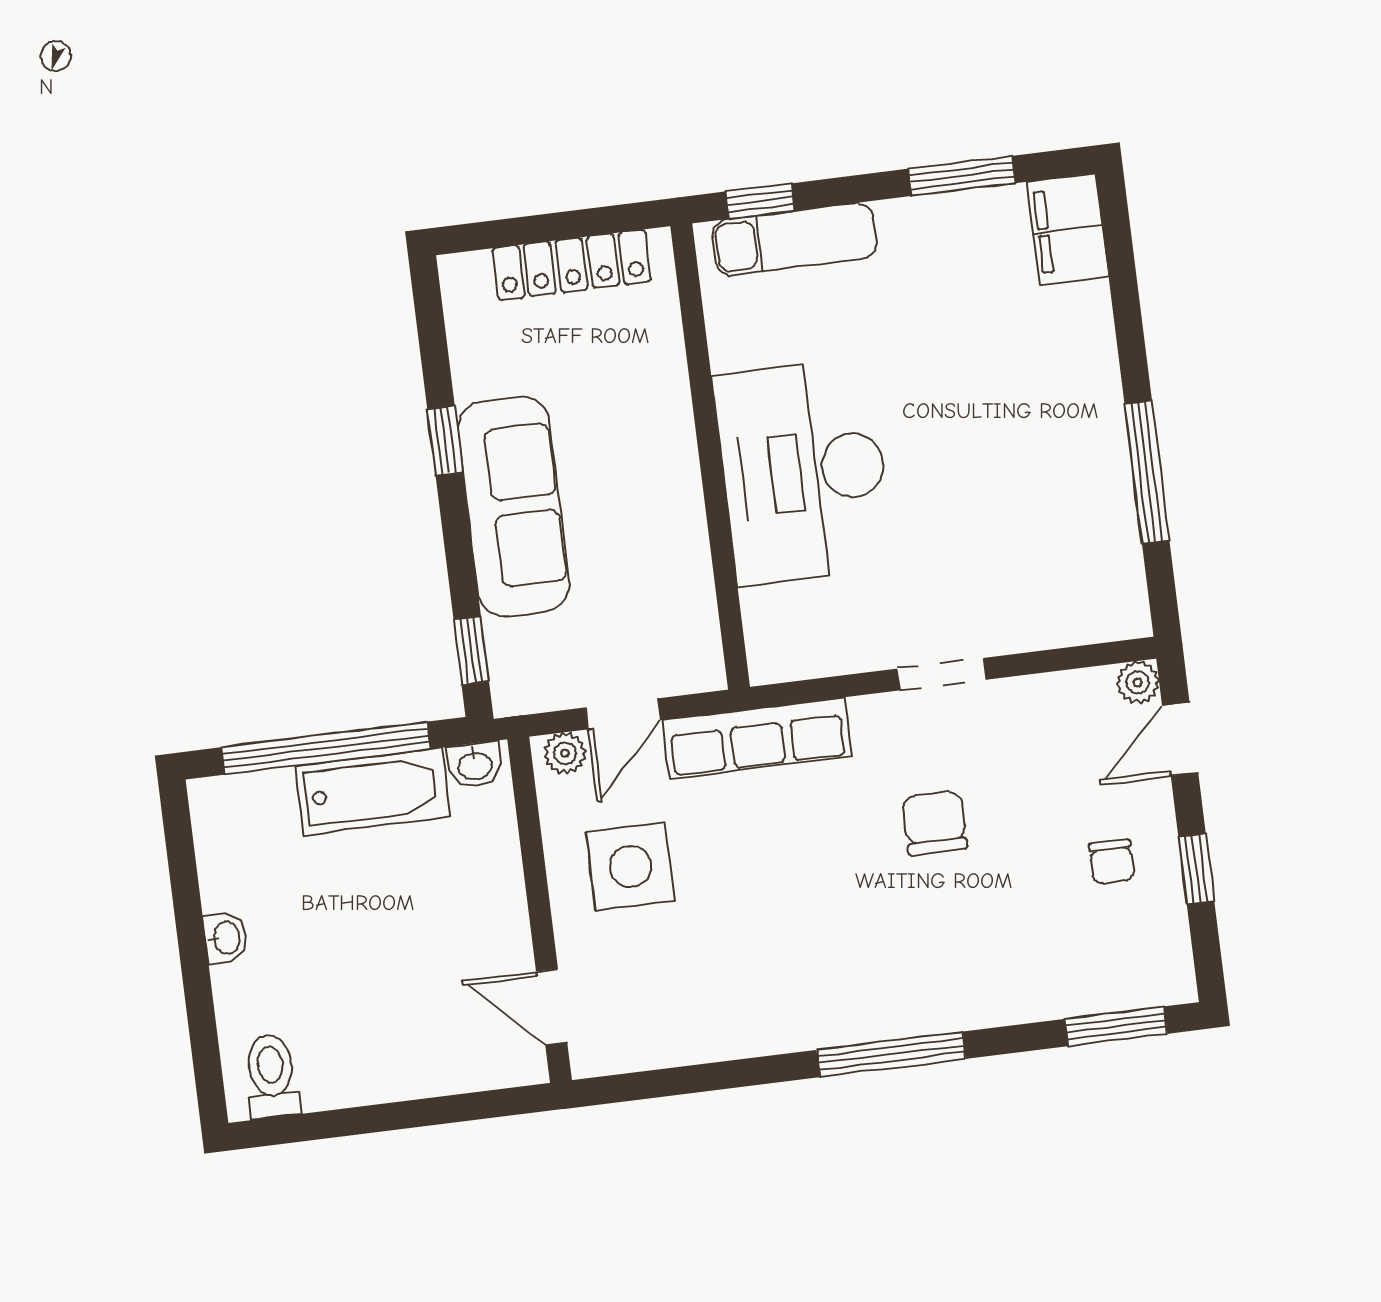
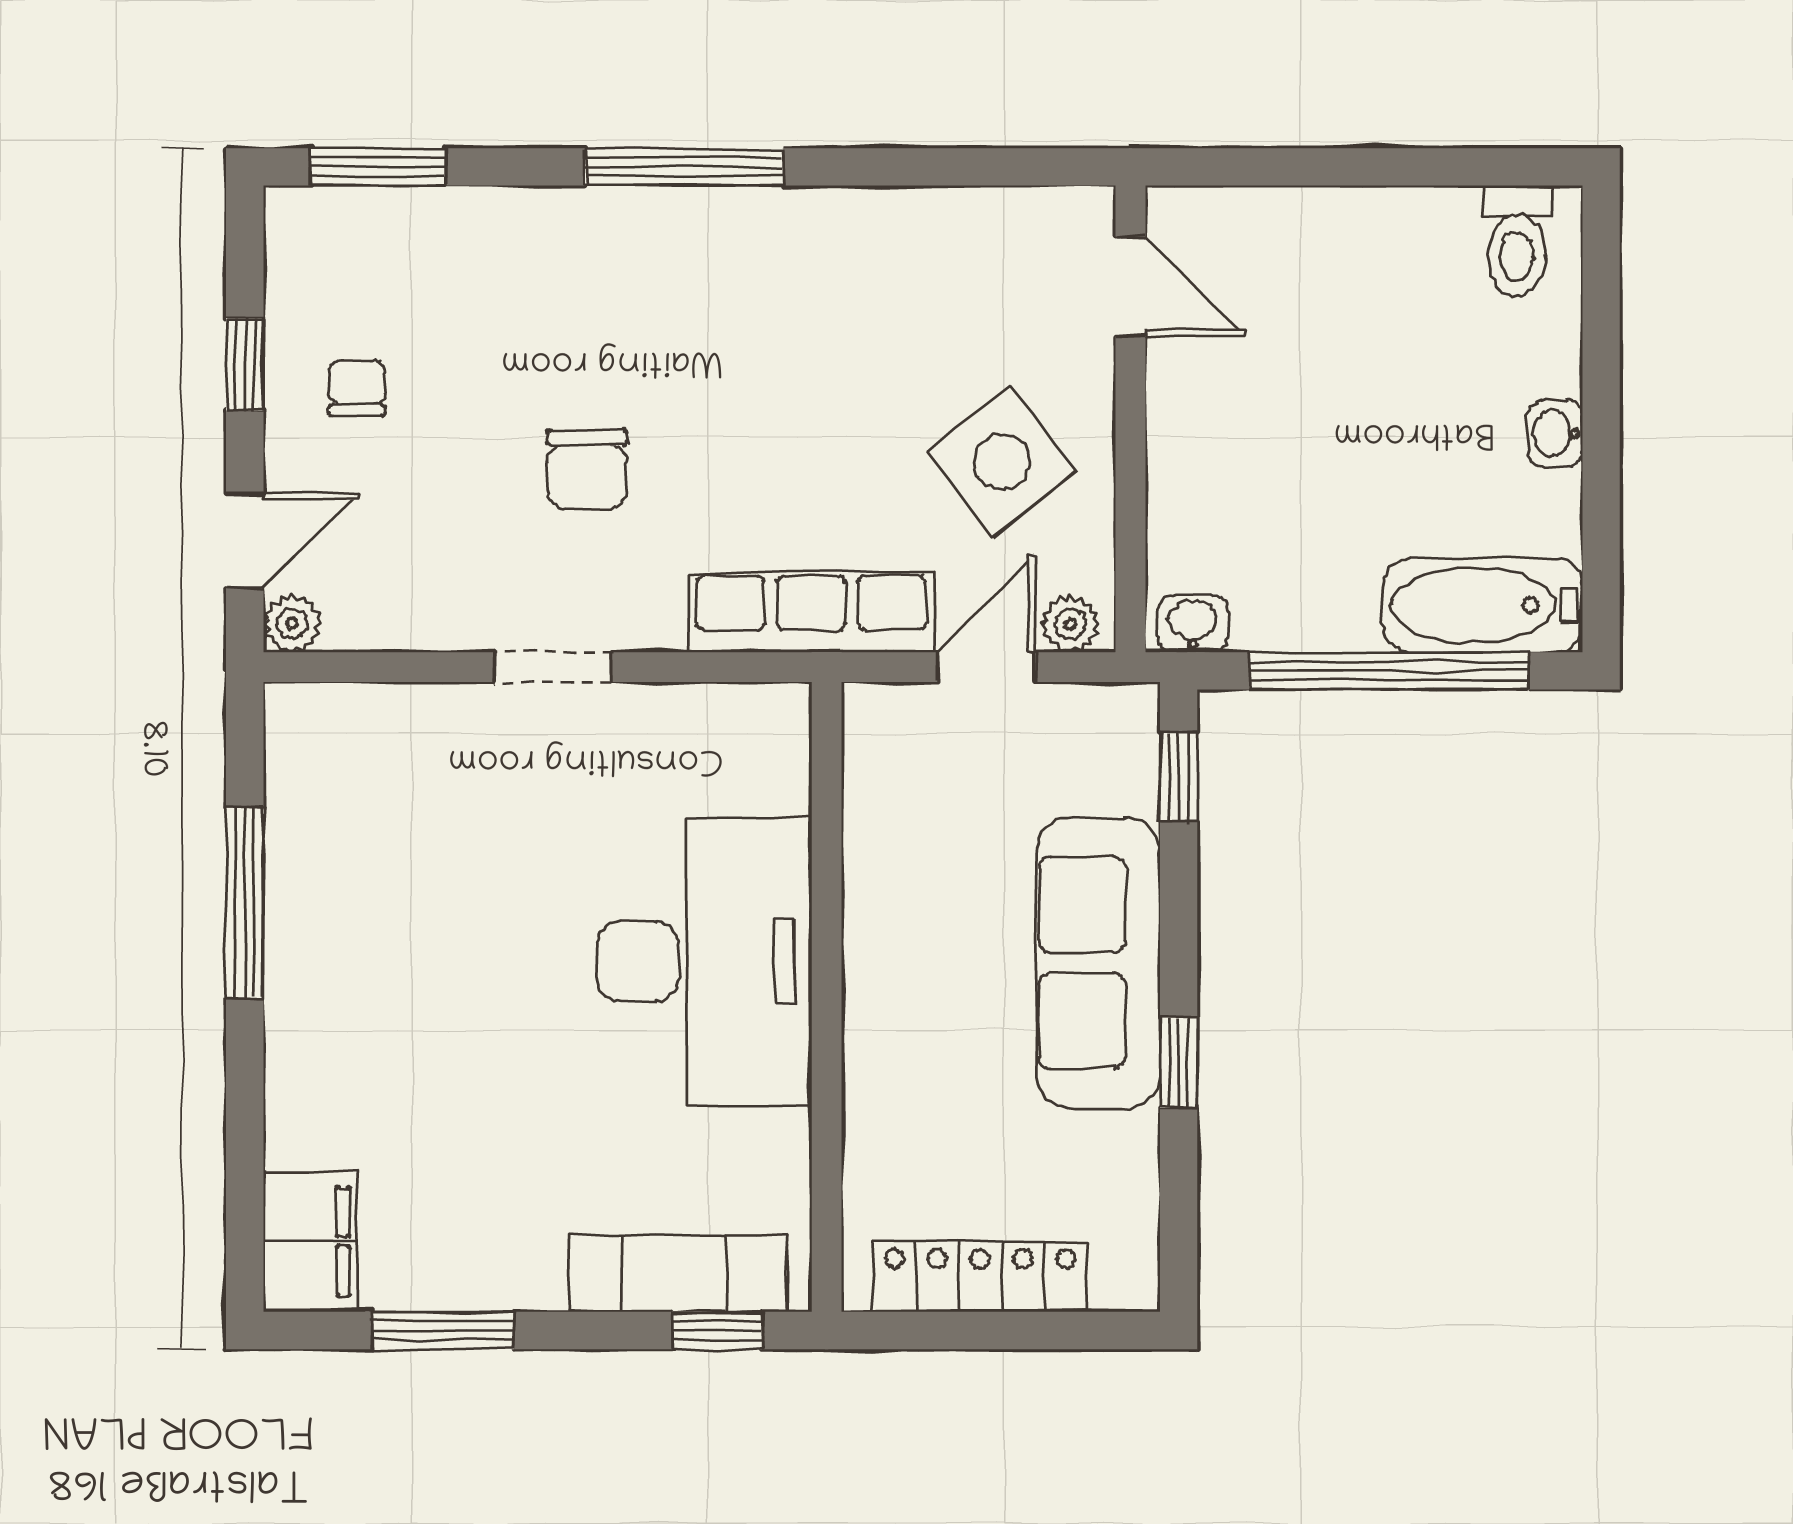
bathtub: (372, 791) -> (1483, 605), moved
side table: (630, 867) -> (1002, 462), turned -38

